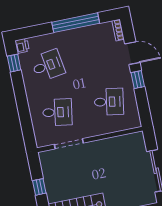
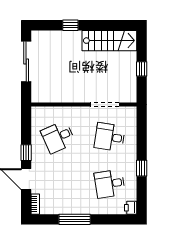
window: (76, 23) -> (75, 219), width x0.68
window: (14, 63) -> (142, 168), moved
desk: (109, 102) -> (58, 137), turned -33

